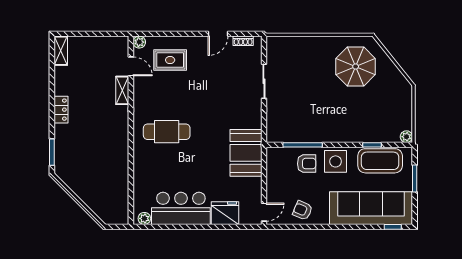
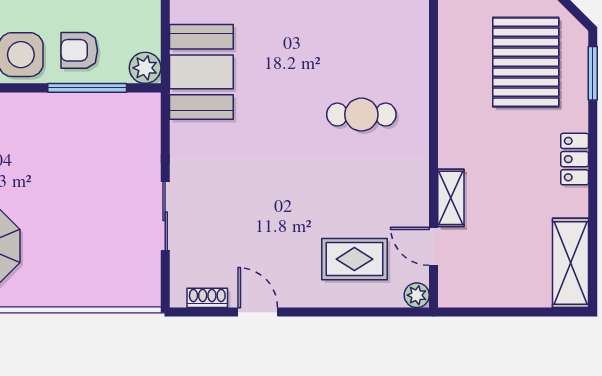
door: (218, 34) -> (258, 312), hinge flipped
shelving: (61, 51) -> (571, 263), width x1.50, depth x1.33
cafe table: (167, 132) -> (361, 115), width x0.73, depth x0.74
plant: (274, 155) -> (145, 68), added
pallet: (85, 158) -> (526, 62), added

